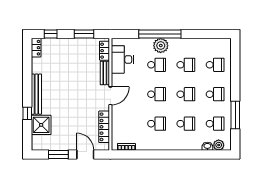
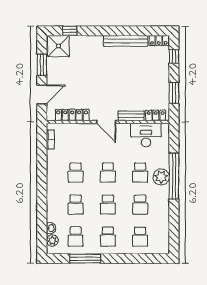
bench: (36, 94) -> (126, 41), moved
window: (27, 113) -> (70, 31), moved
shower: (41, 125) -> (58, 46), moved

